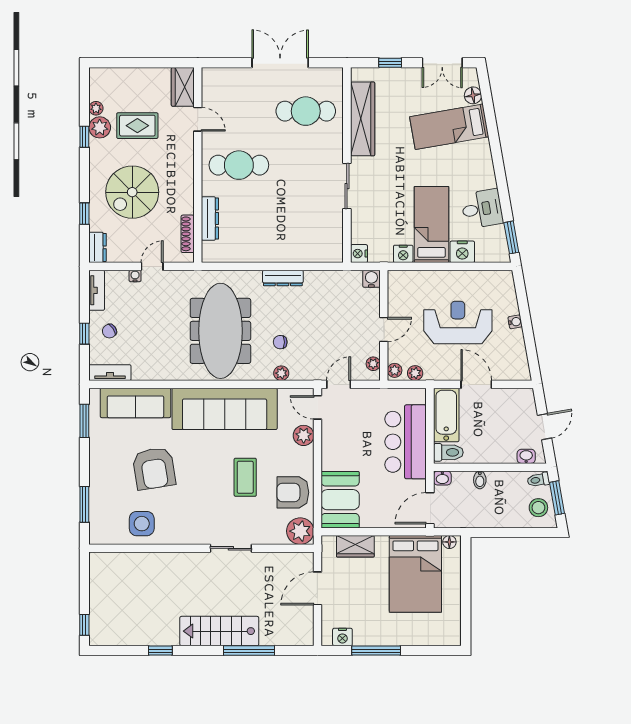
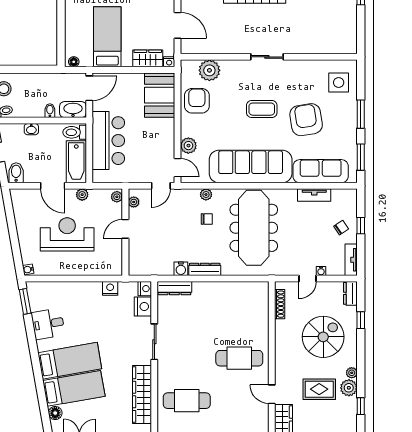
plant: (96, 108) -> (352, 373), moved
window: (84, 137) -> (361, 406), moved
dresser: (210, 218) -> (174, 288), moved, turned -90
bed: (431, 224) -> (70, 361), moved, turned -100
nightstand: (462, 252) -> (143, 306), moved, turned 90
water cooler: (371, 279) -> (181, 269), moved
reception desk: (458, 322) -> (67, 234), turned 180
water cooler: (515, 322) -> (28, 269), moved
tv unit: (110, 373) -> (314, 195), moved
plant: (415, 373) -> (82, 195), moved
bidet: (523, 401) -> (16, 173), added
washbasin: (526, 456) -> (31, 129), moved
coffee table: (245, 477) -> (262, 109), moved, turned 90
washbasin: (442, 478) -> (73, 110), width x1.91, depth x1.45
armchair: (293, 492) -> (197, 101), turned -90
window: (84, 504) -> (361, 114), moved
side table: (142, 524) -> (339, 82), moved
plant: (300, 531) -> (209, 70), moved
nightstand: (328, 542) -> (169, 62), added
sliding door: (231, 548) -> (267, 57), moved
bed: (415, 574) -> (107, 37), width x0.67
door: (317, 588) -> (178, 25), hinge flipped

